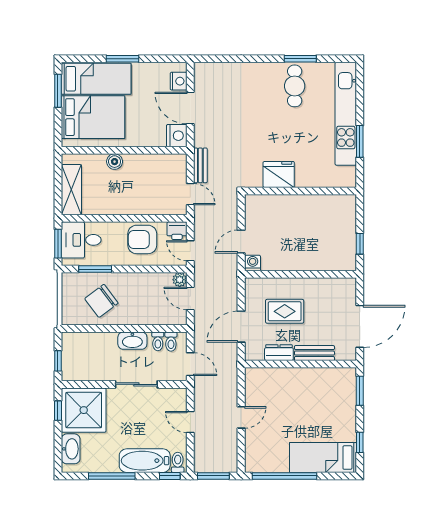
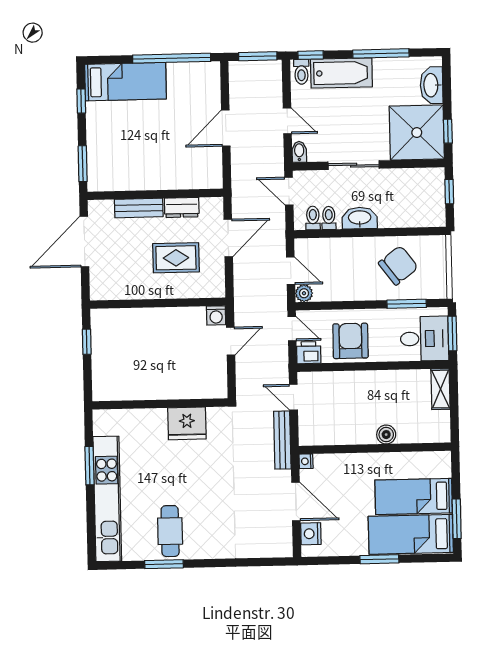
bed: (93, 117) -> (414, 496), width x0.67
nightstand: (177, 136) -> (306, 461), width x0.53, depth x0.56
bench: (200, 165) -> (282, 440), width x1.36
shelving: (71, 190) -> (440, 389), width x0.67, depth x0.75
armchair: (142, 239) -> (350, 341), turned -90
bidet: (181, 396) -> (299, 152), added
door: (241, 417) -> (226, 128), width x1.37

